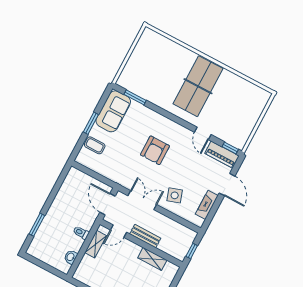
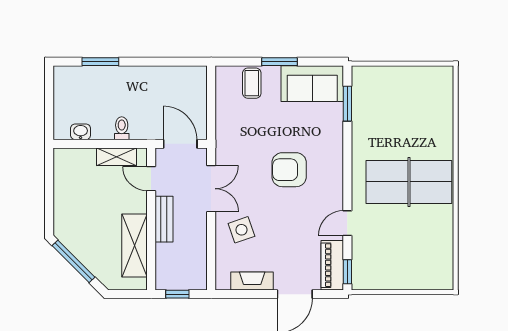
door: (107, 204) -> (180, 144), hinge flipped
shelving: (152, 259) -> (135, 246), width x1.50, depth x1.33

